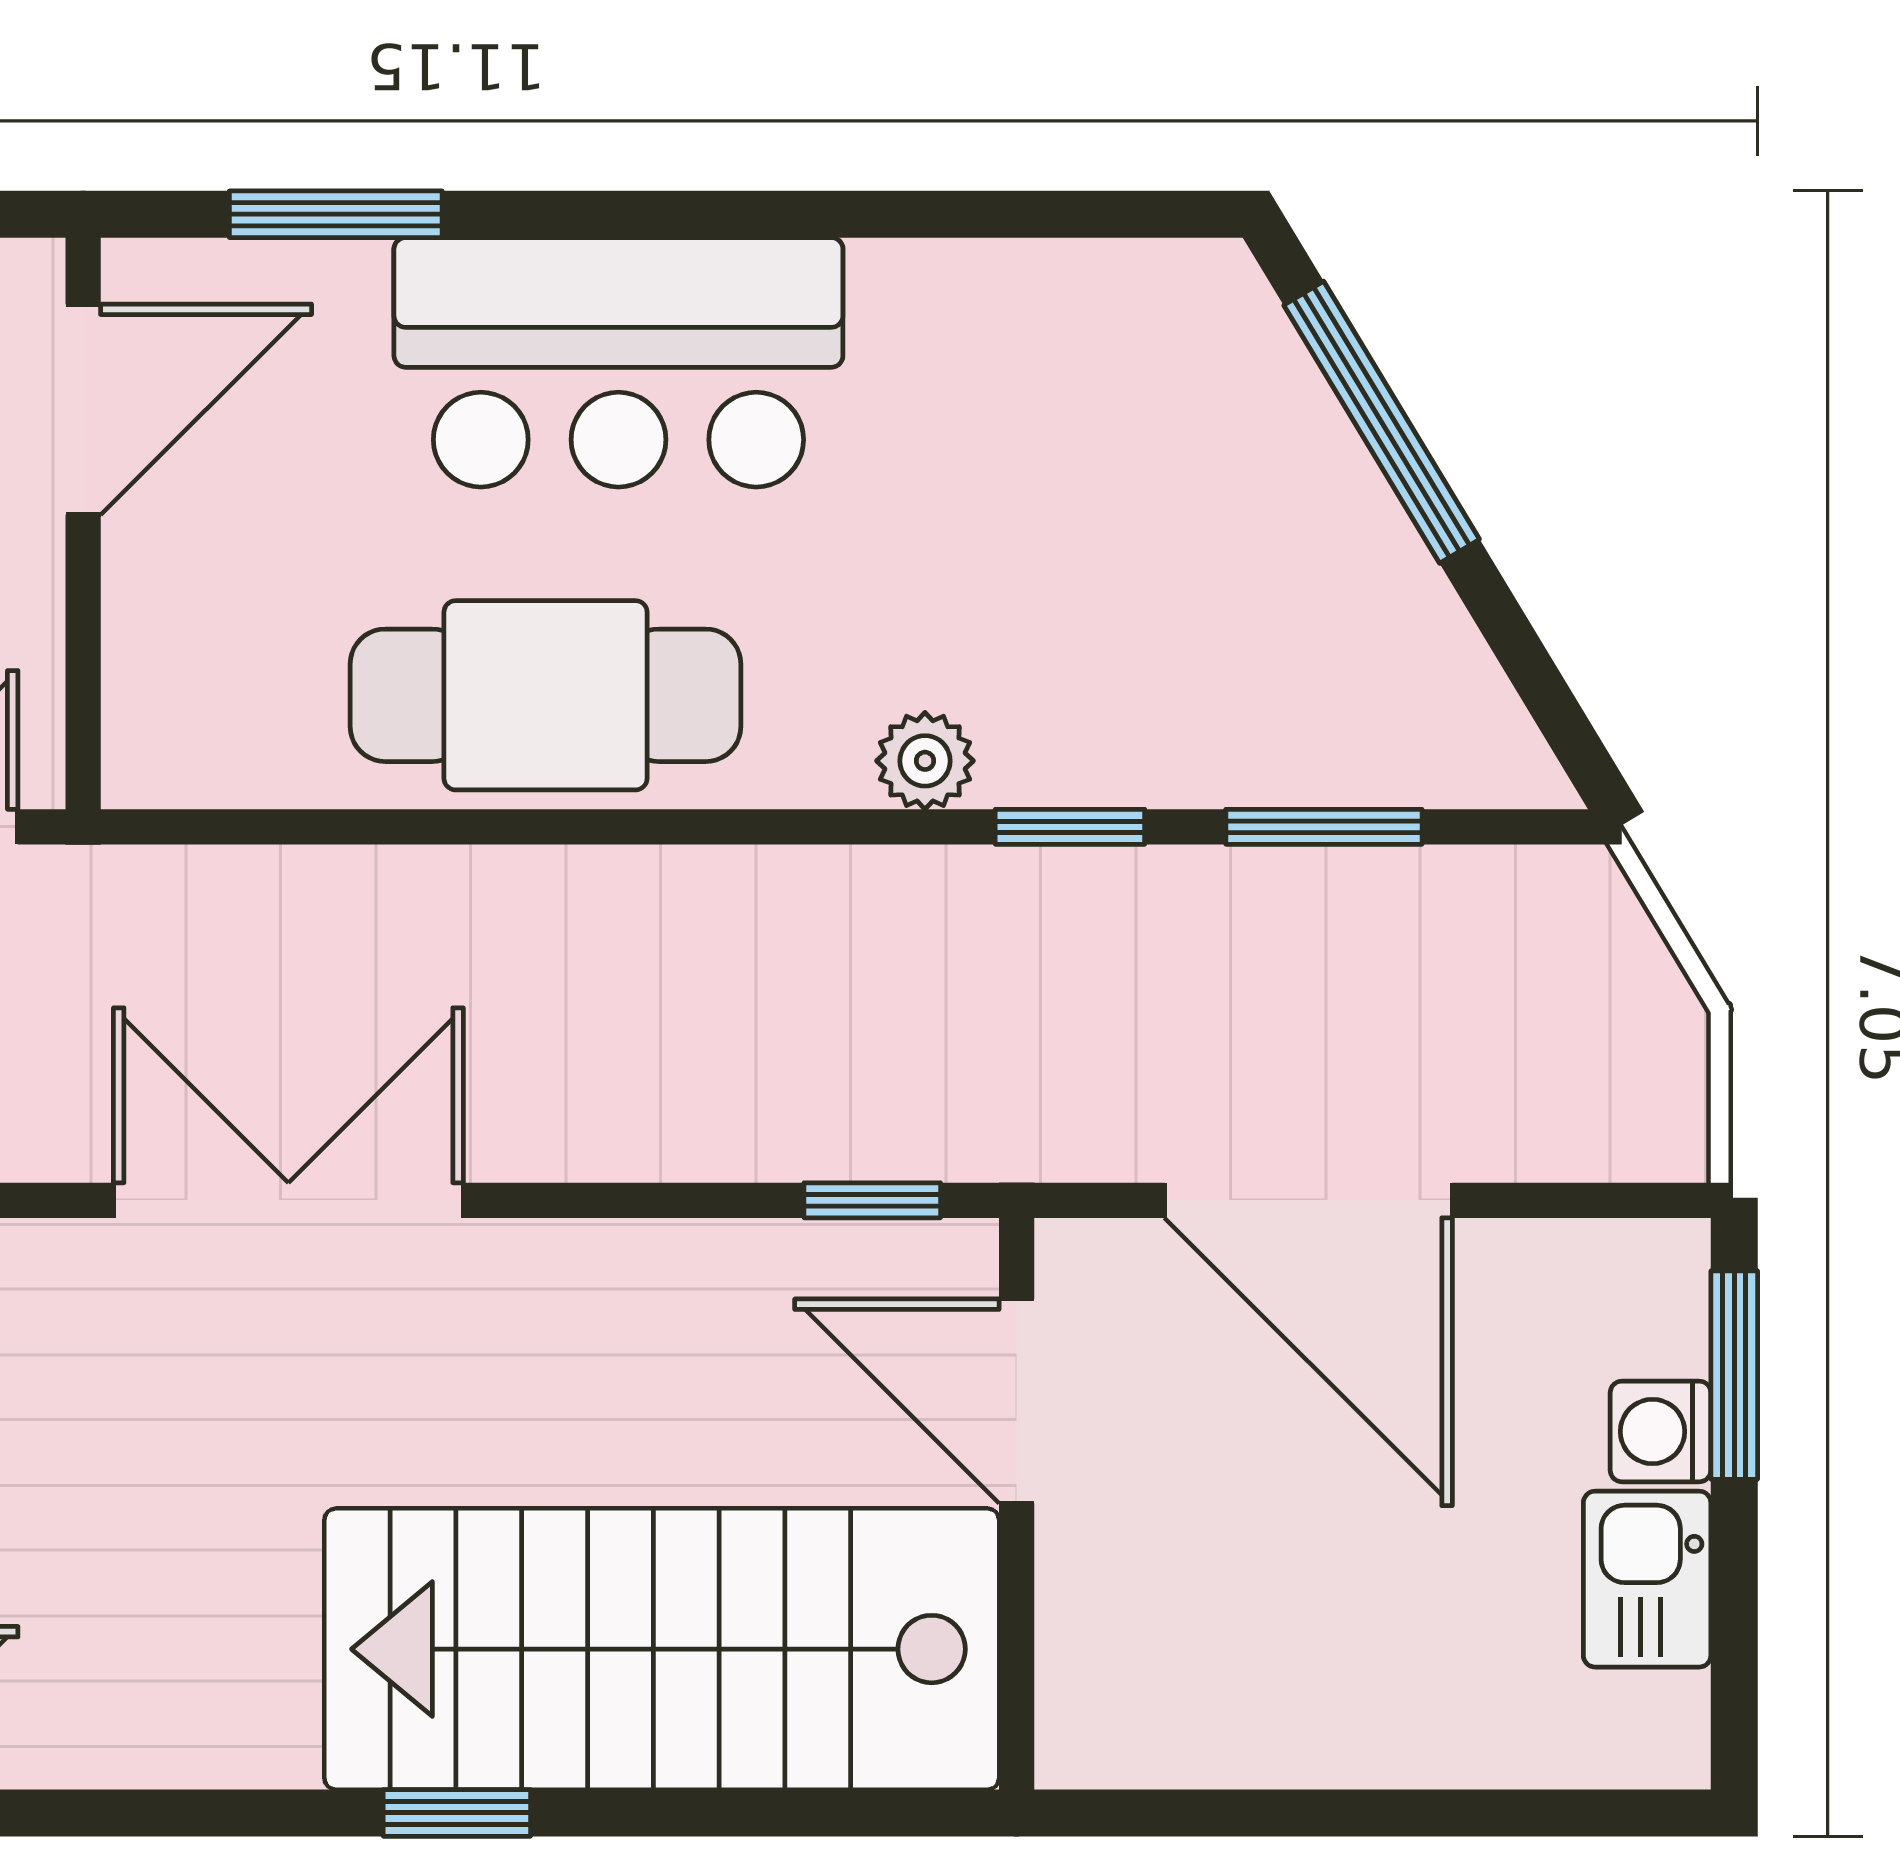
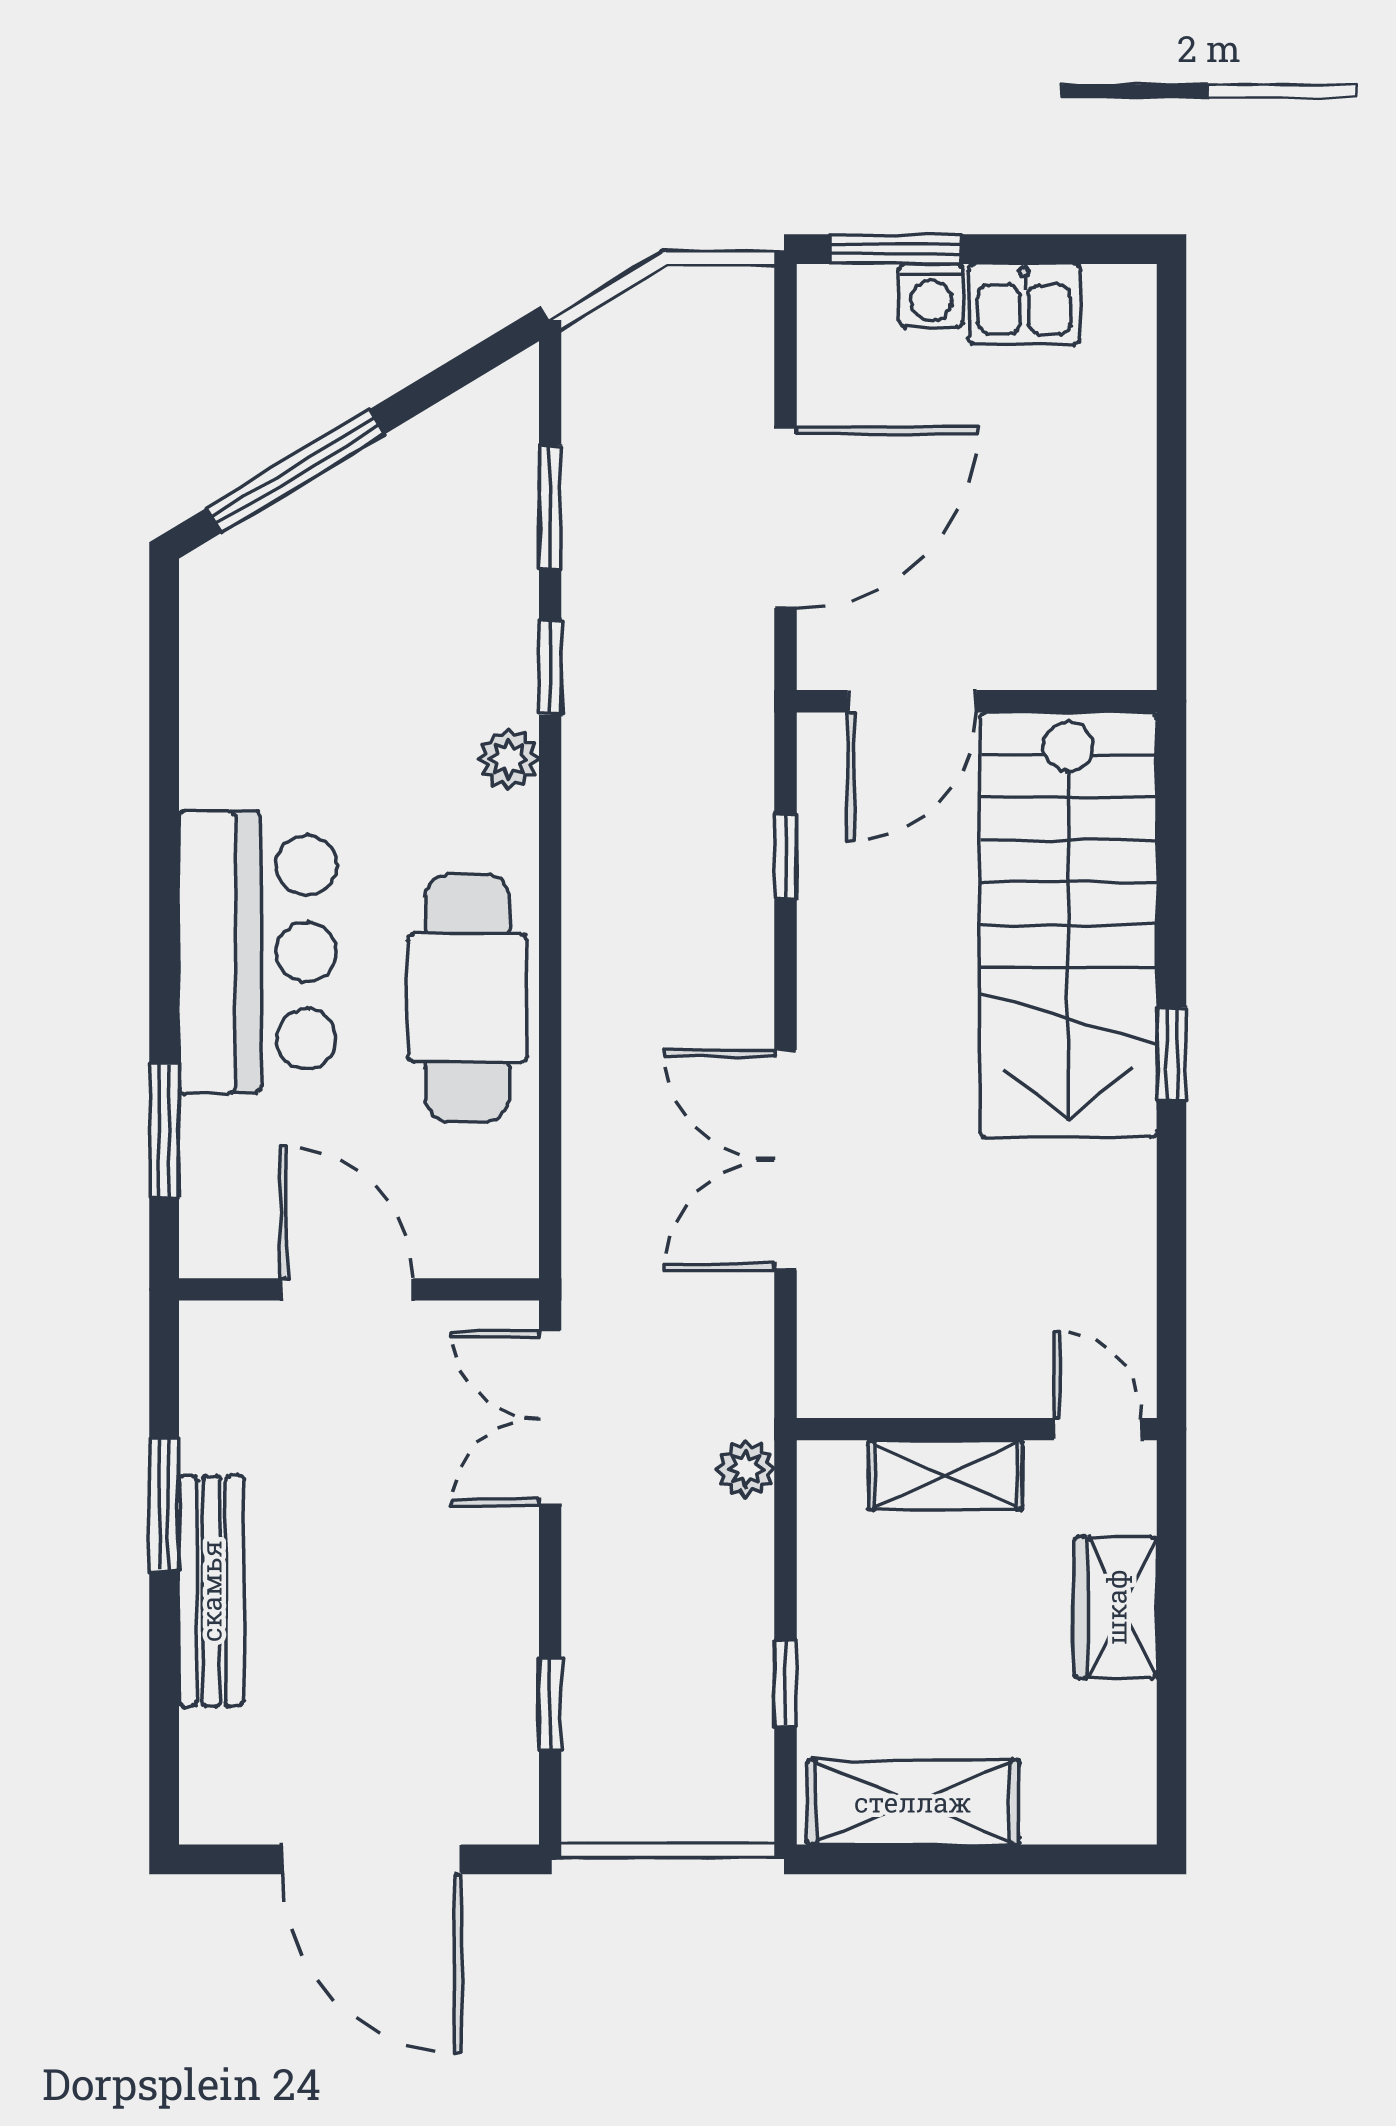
door: (83, 409) -> (346, 1289), moved
window: (872, 1200) -> (785, 856), moved

